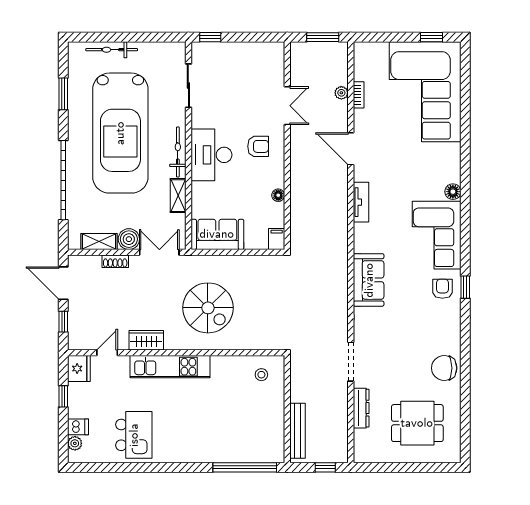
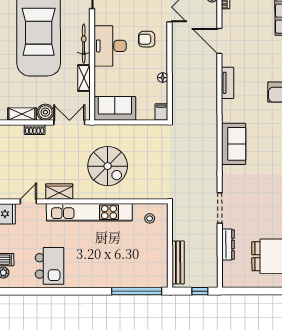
armchair: (258, 146) -> (147, 39), turned 180
kitchen unit: (170, 367) -> (89, 212), width x1.36

